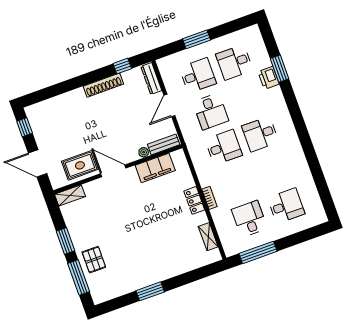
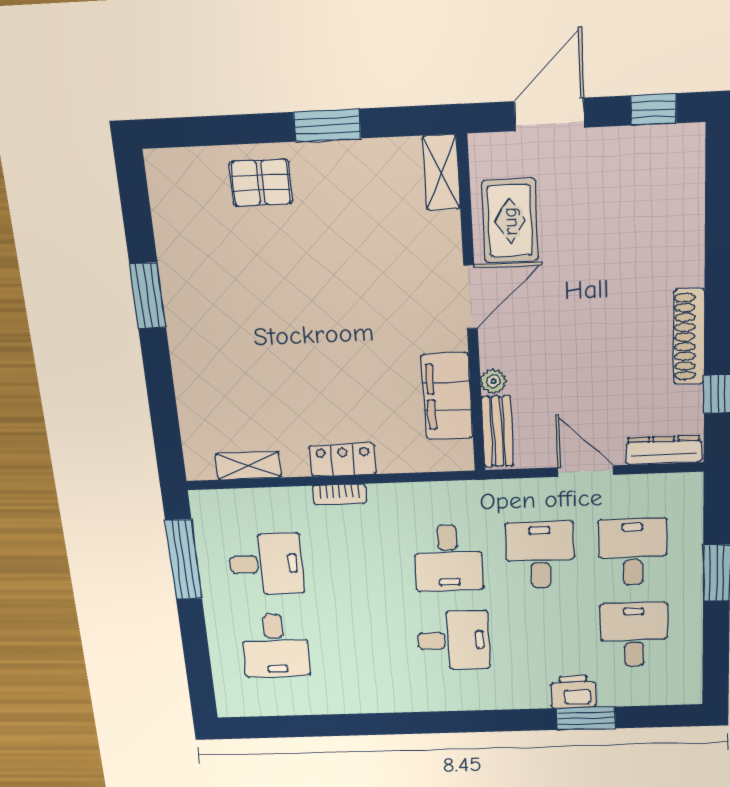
desk: (198, 75) -> (633, 552), turned 180
desk: (211, 111) -> (540, 555), turned 90
desk: (260, 134) -> (454, 640), turned 90
window: (79, 278) -> (224, 130), removed

